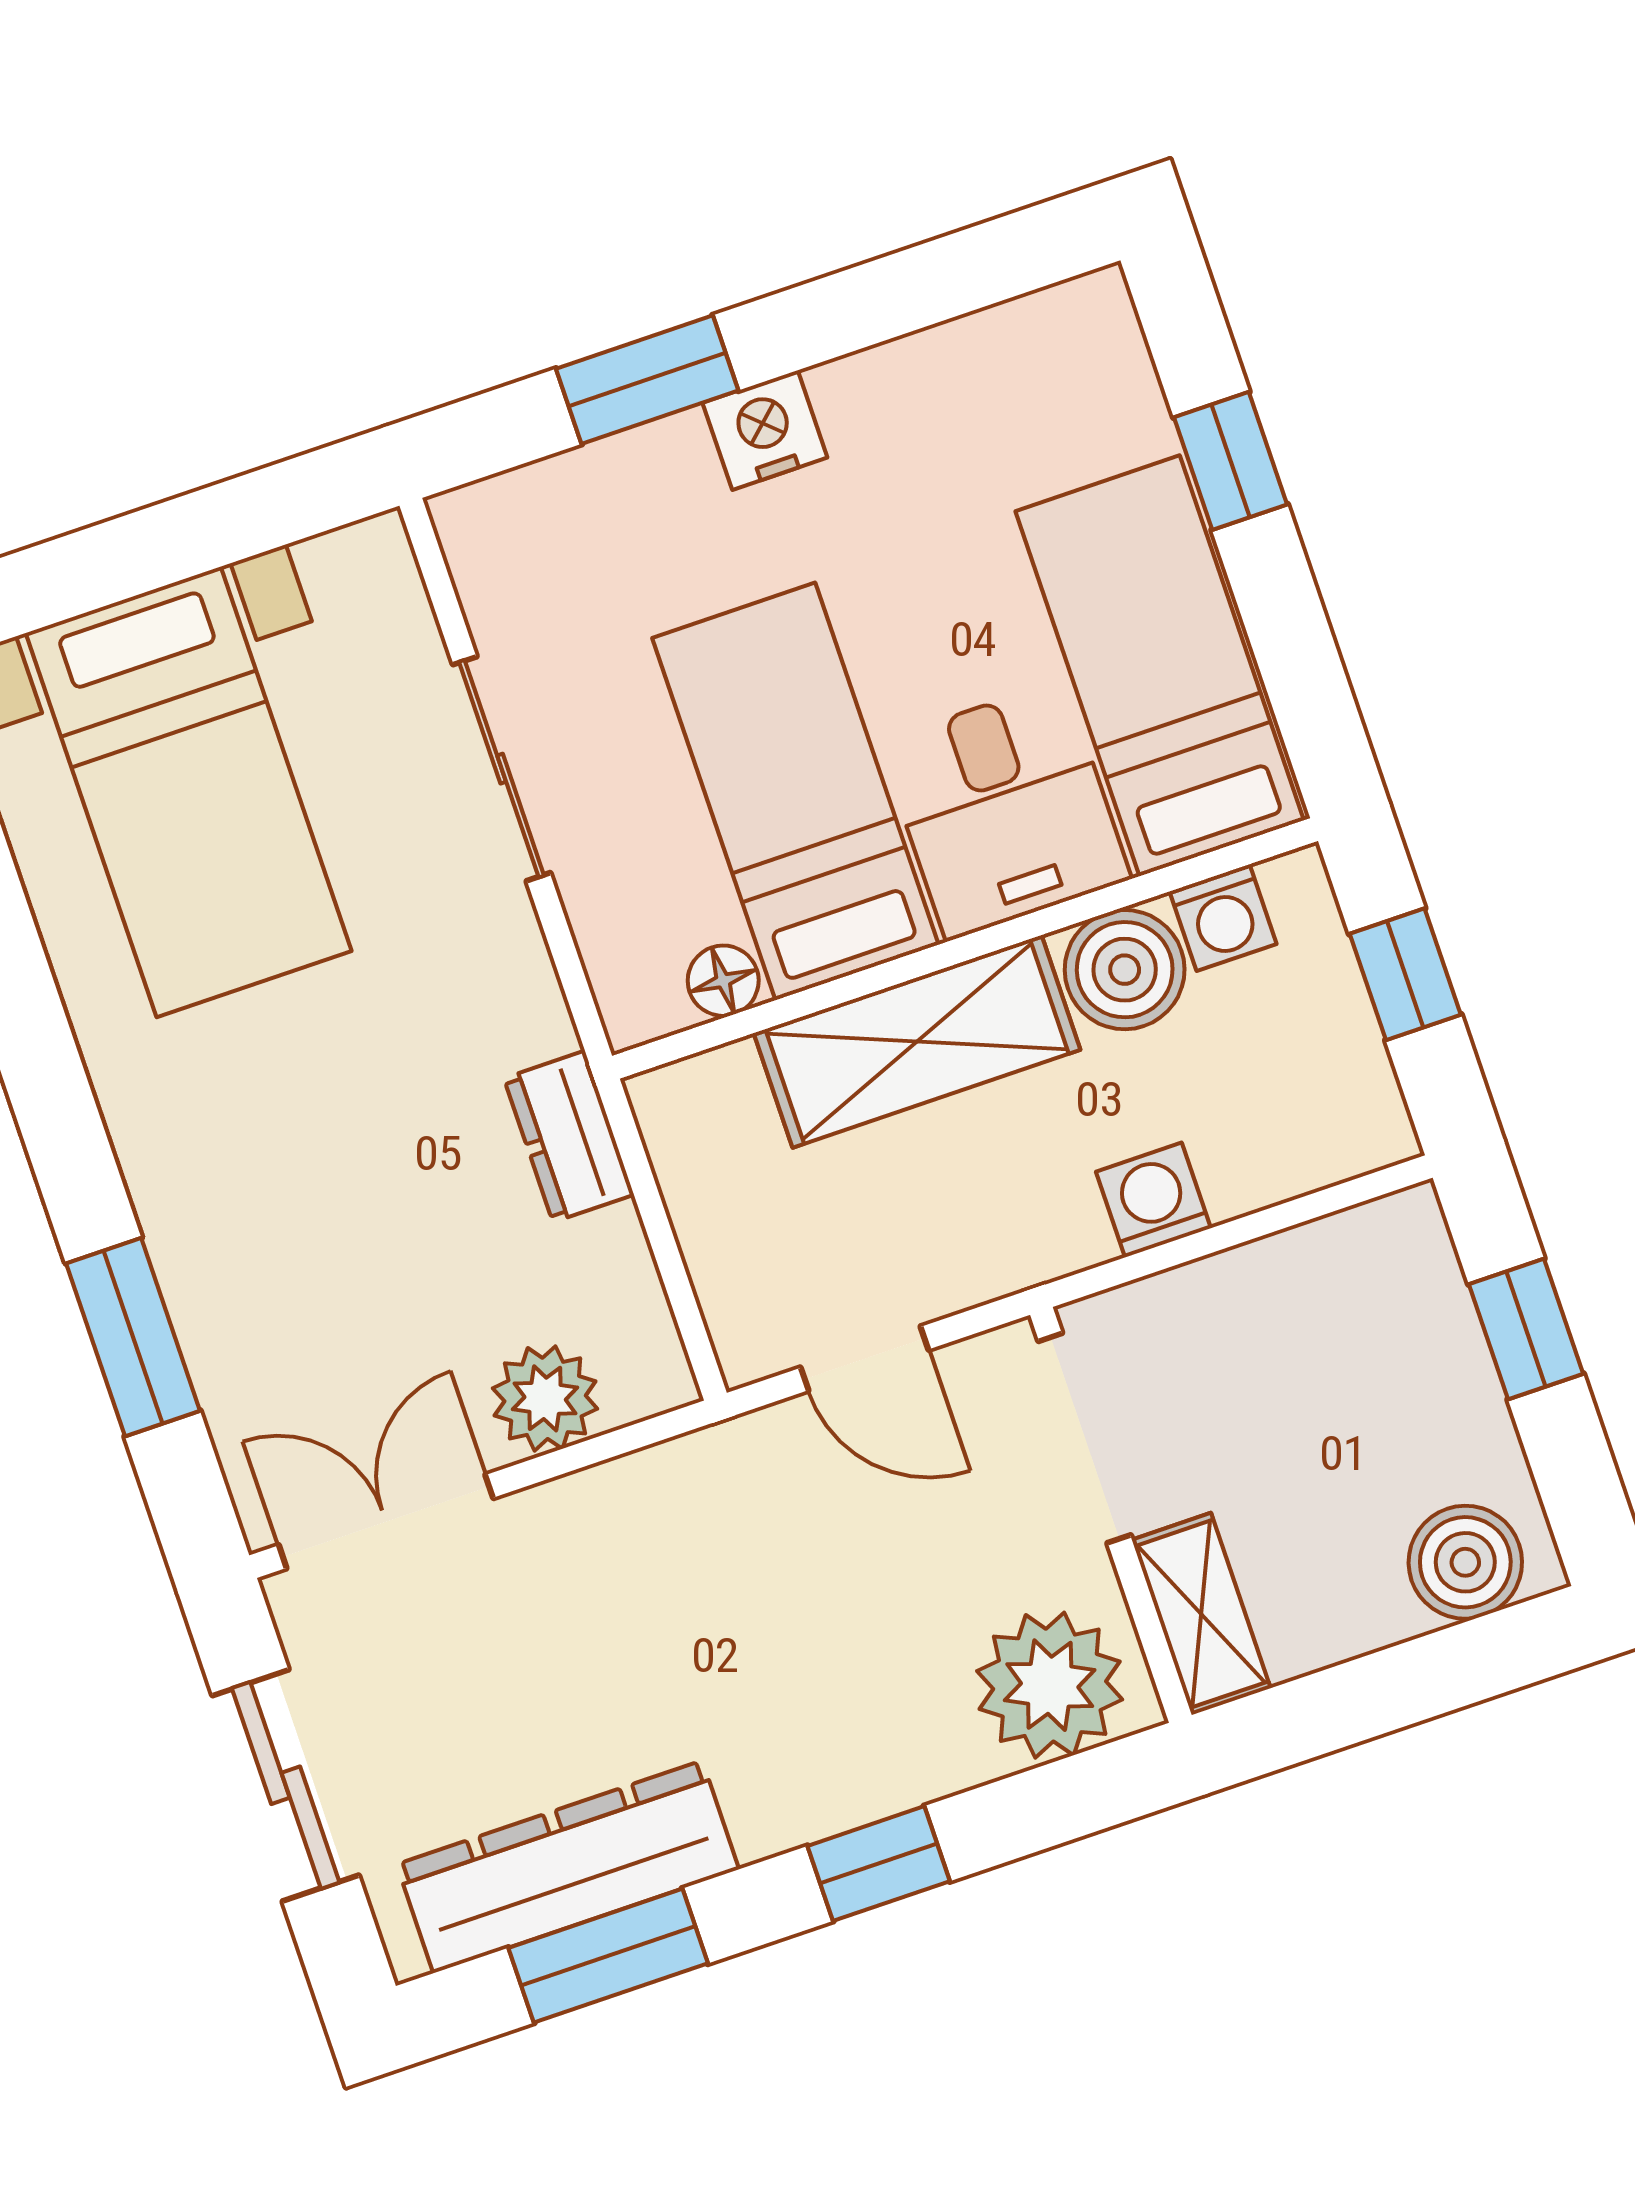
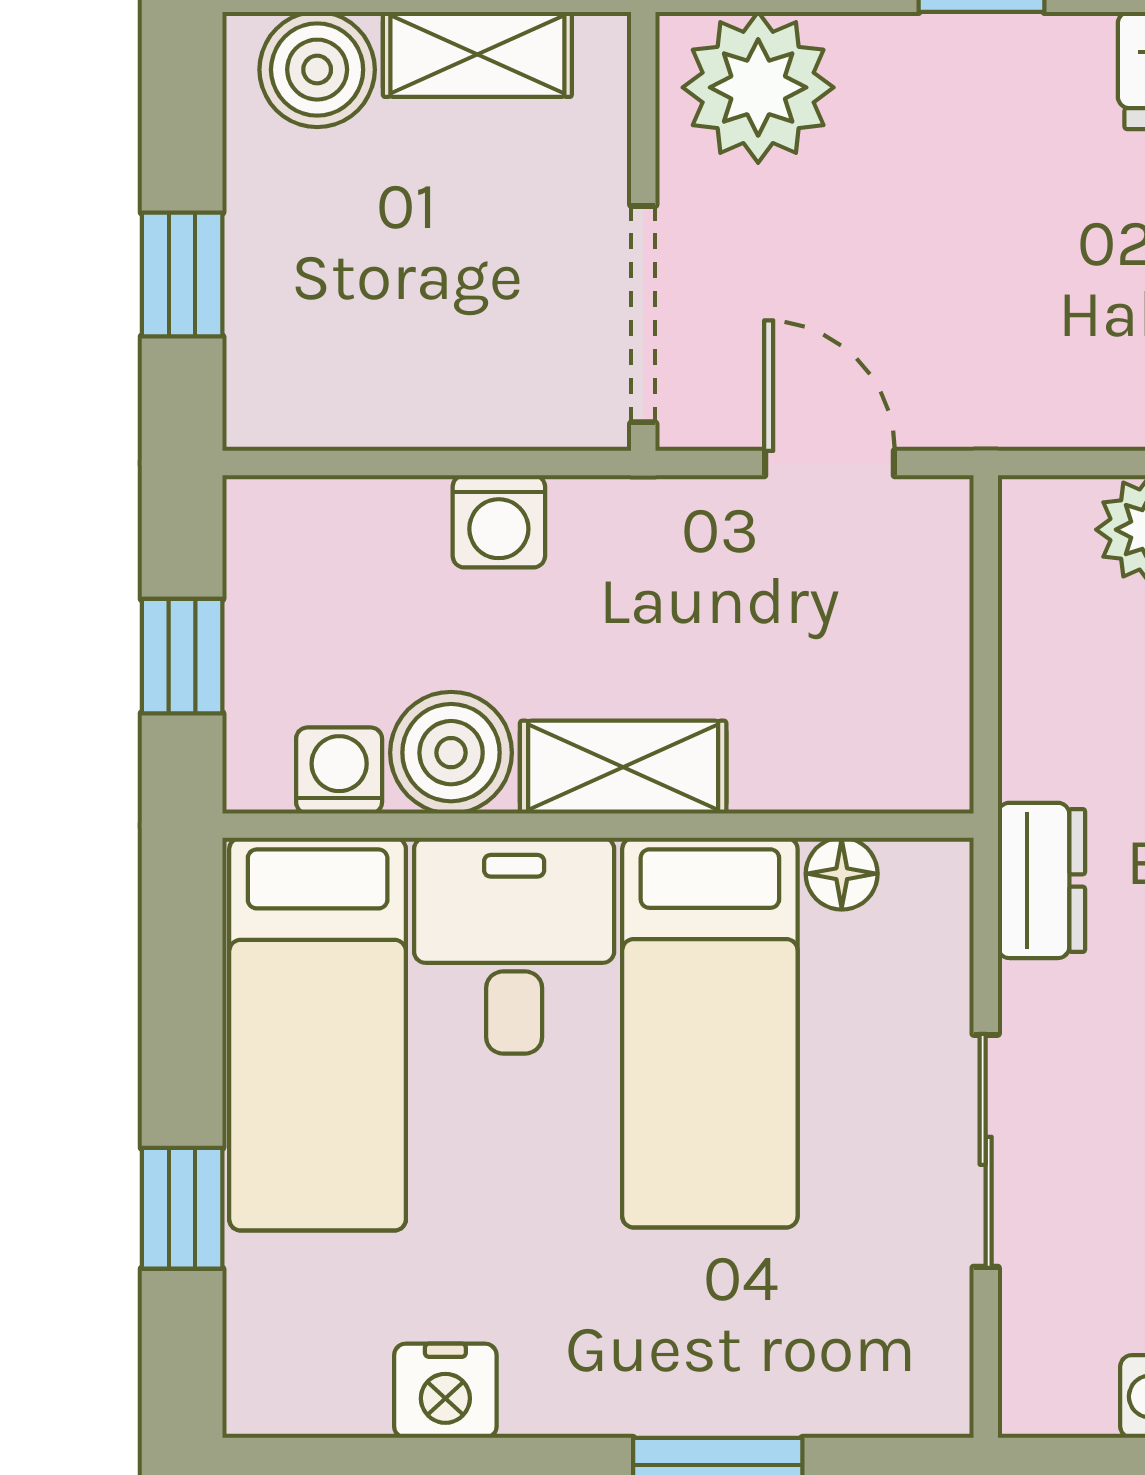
nightstand: (765, 430) -> (445, 1391), moved
shelving: (917, 1041) -> (623, 767), width x0.67, depth x0.75
dresser: (569, 1136) -> (1041, 880), moved
shelving: (1201, 1614) -> (477, 54), moved, turned 90

